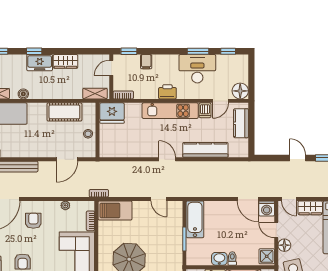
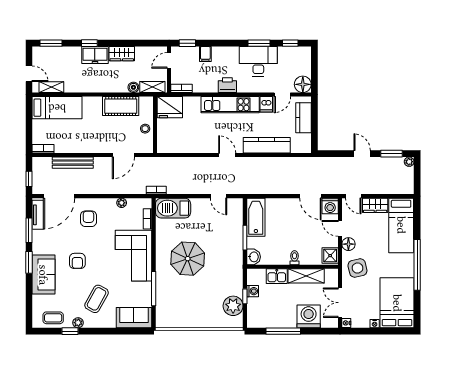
boiler: (23, 94) -> (133, 87), moved
washbasin: (219, 259) -> (254, 257), moved, turned 90

